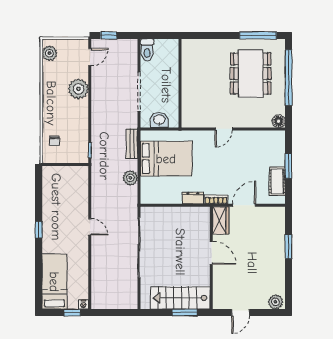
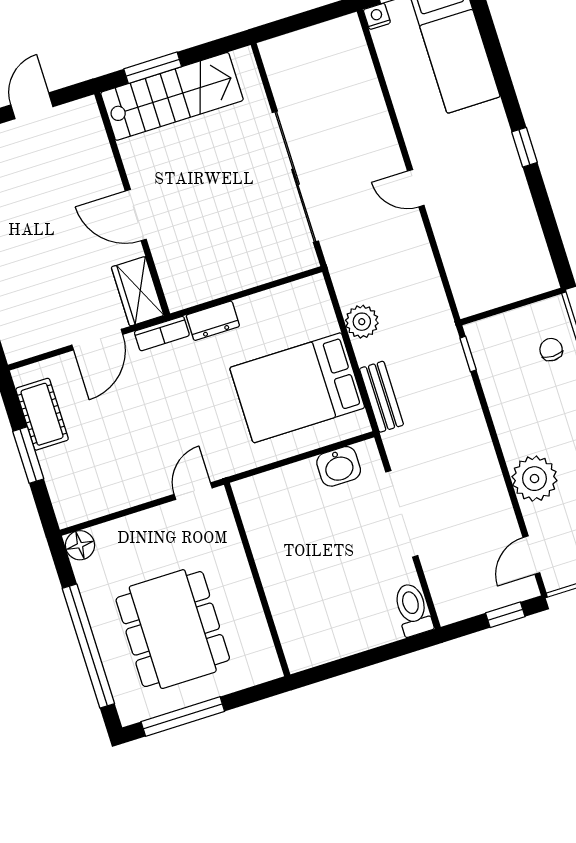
wall: (180, 83) -> (257, 580), moved

